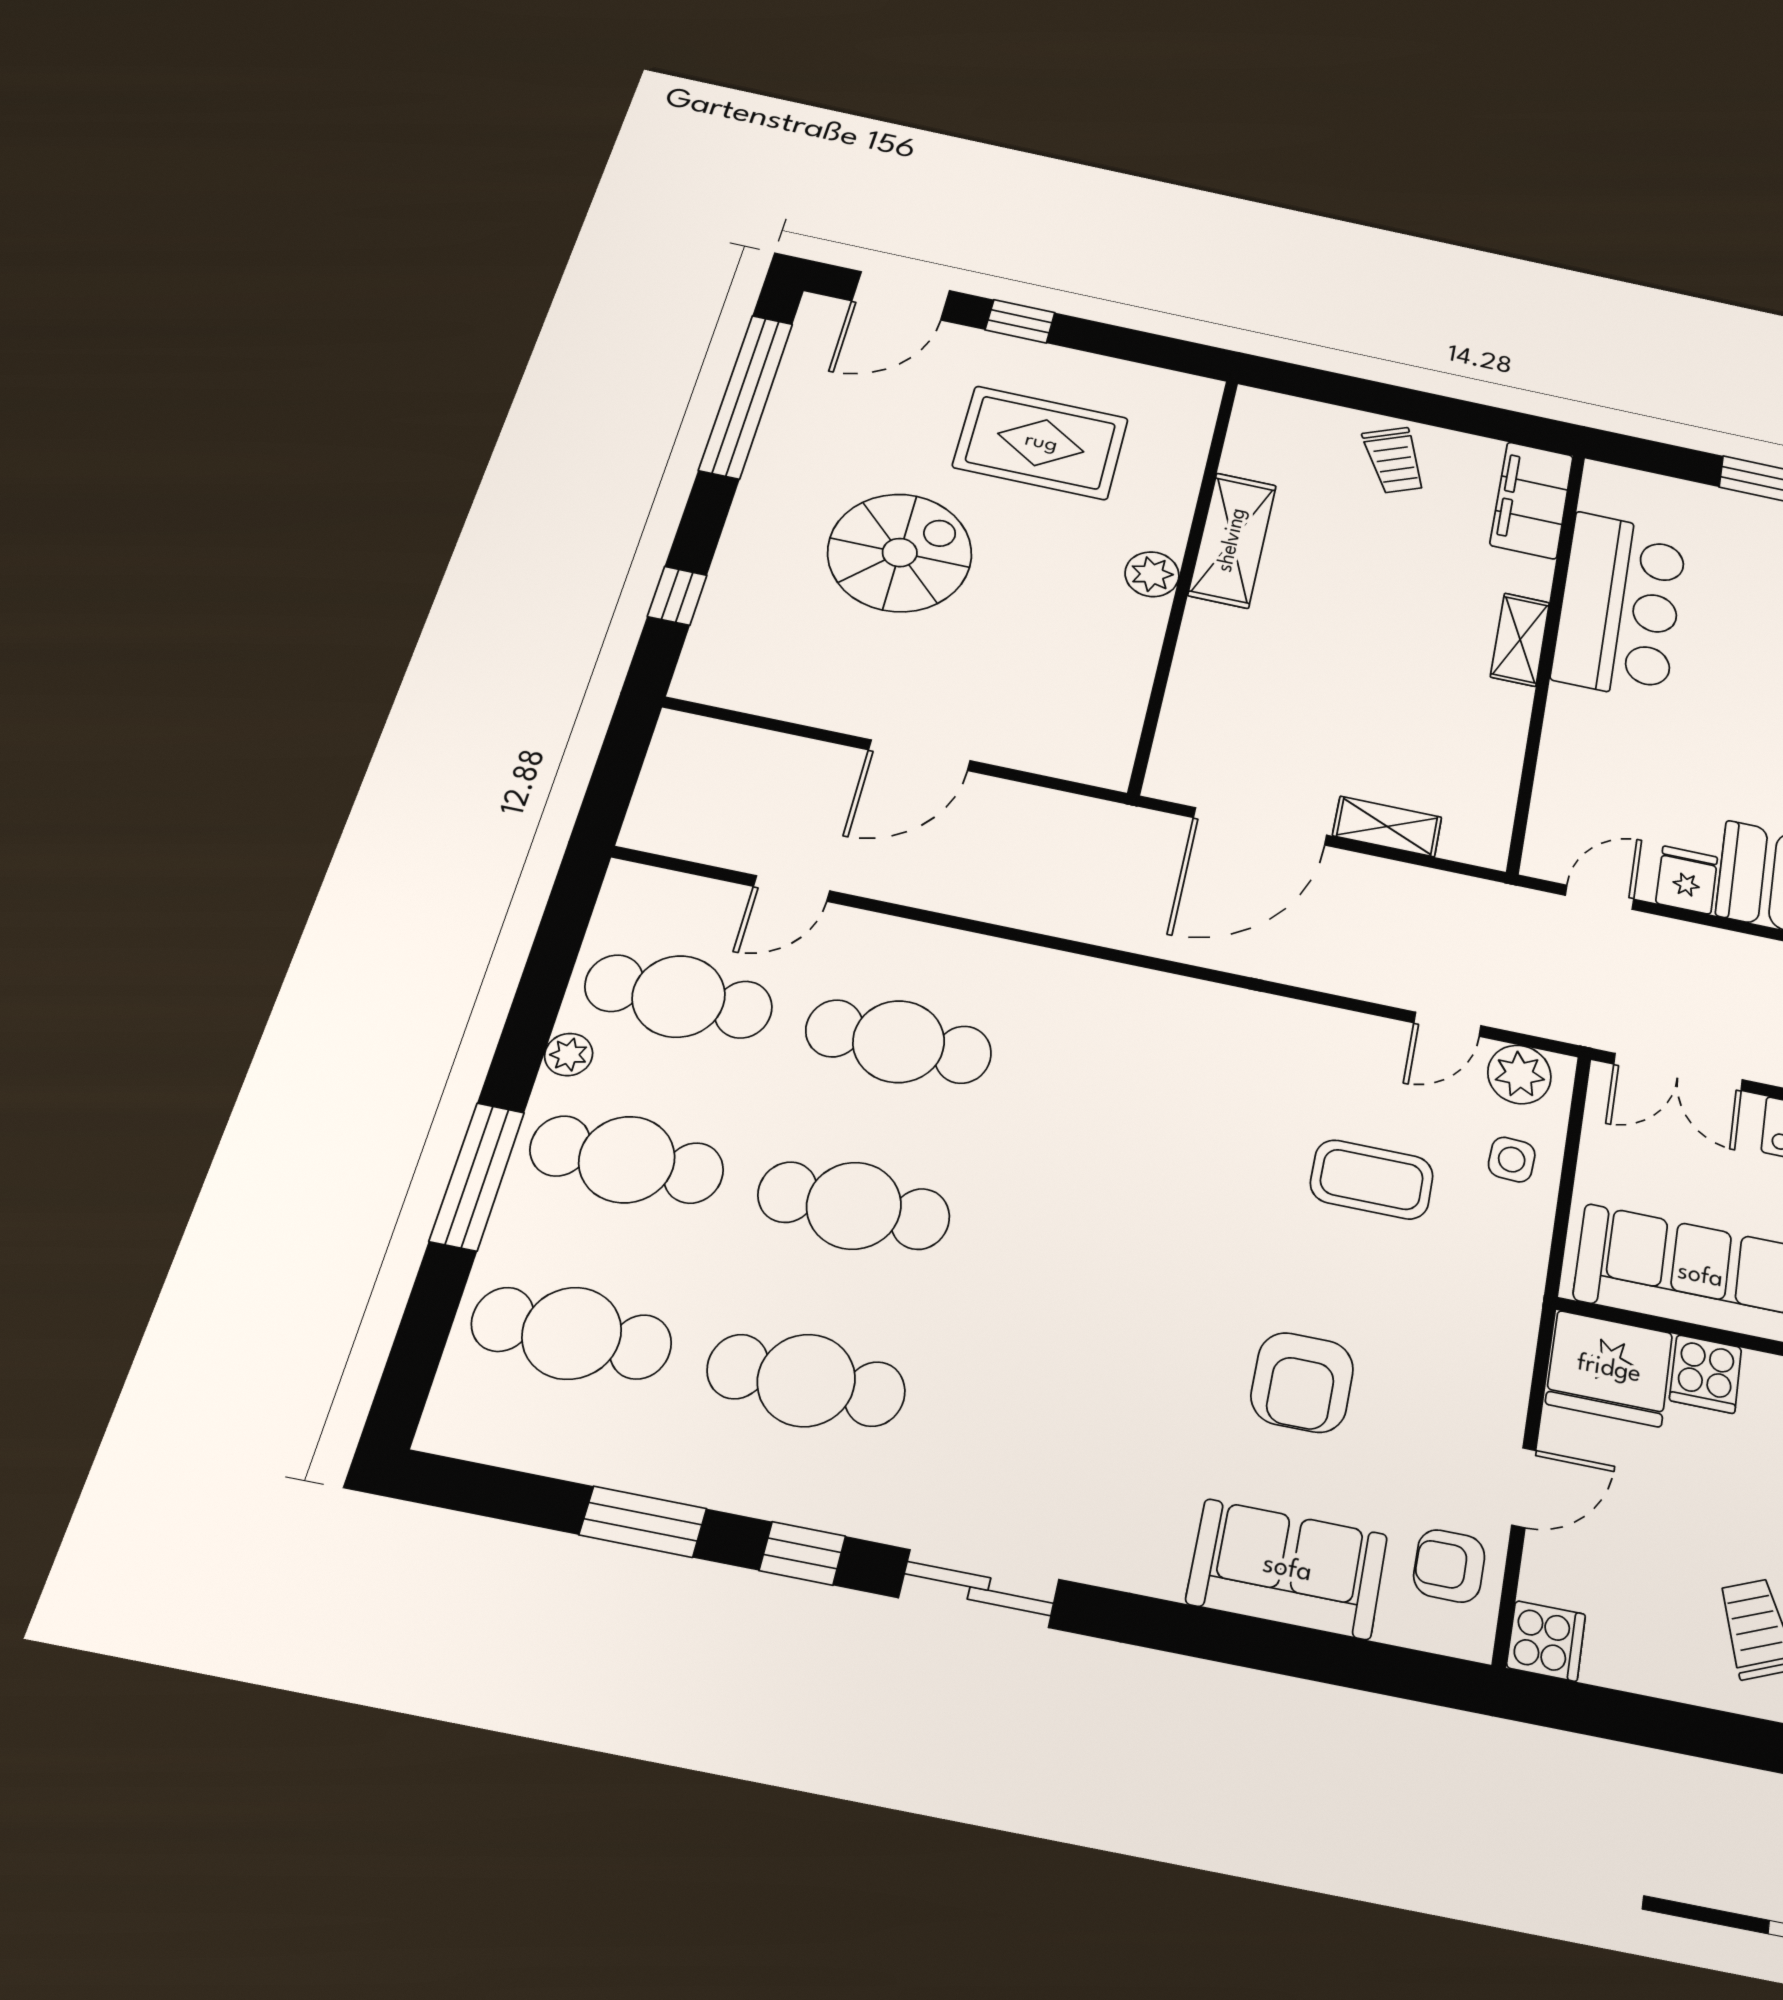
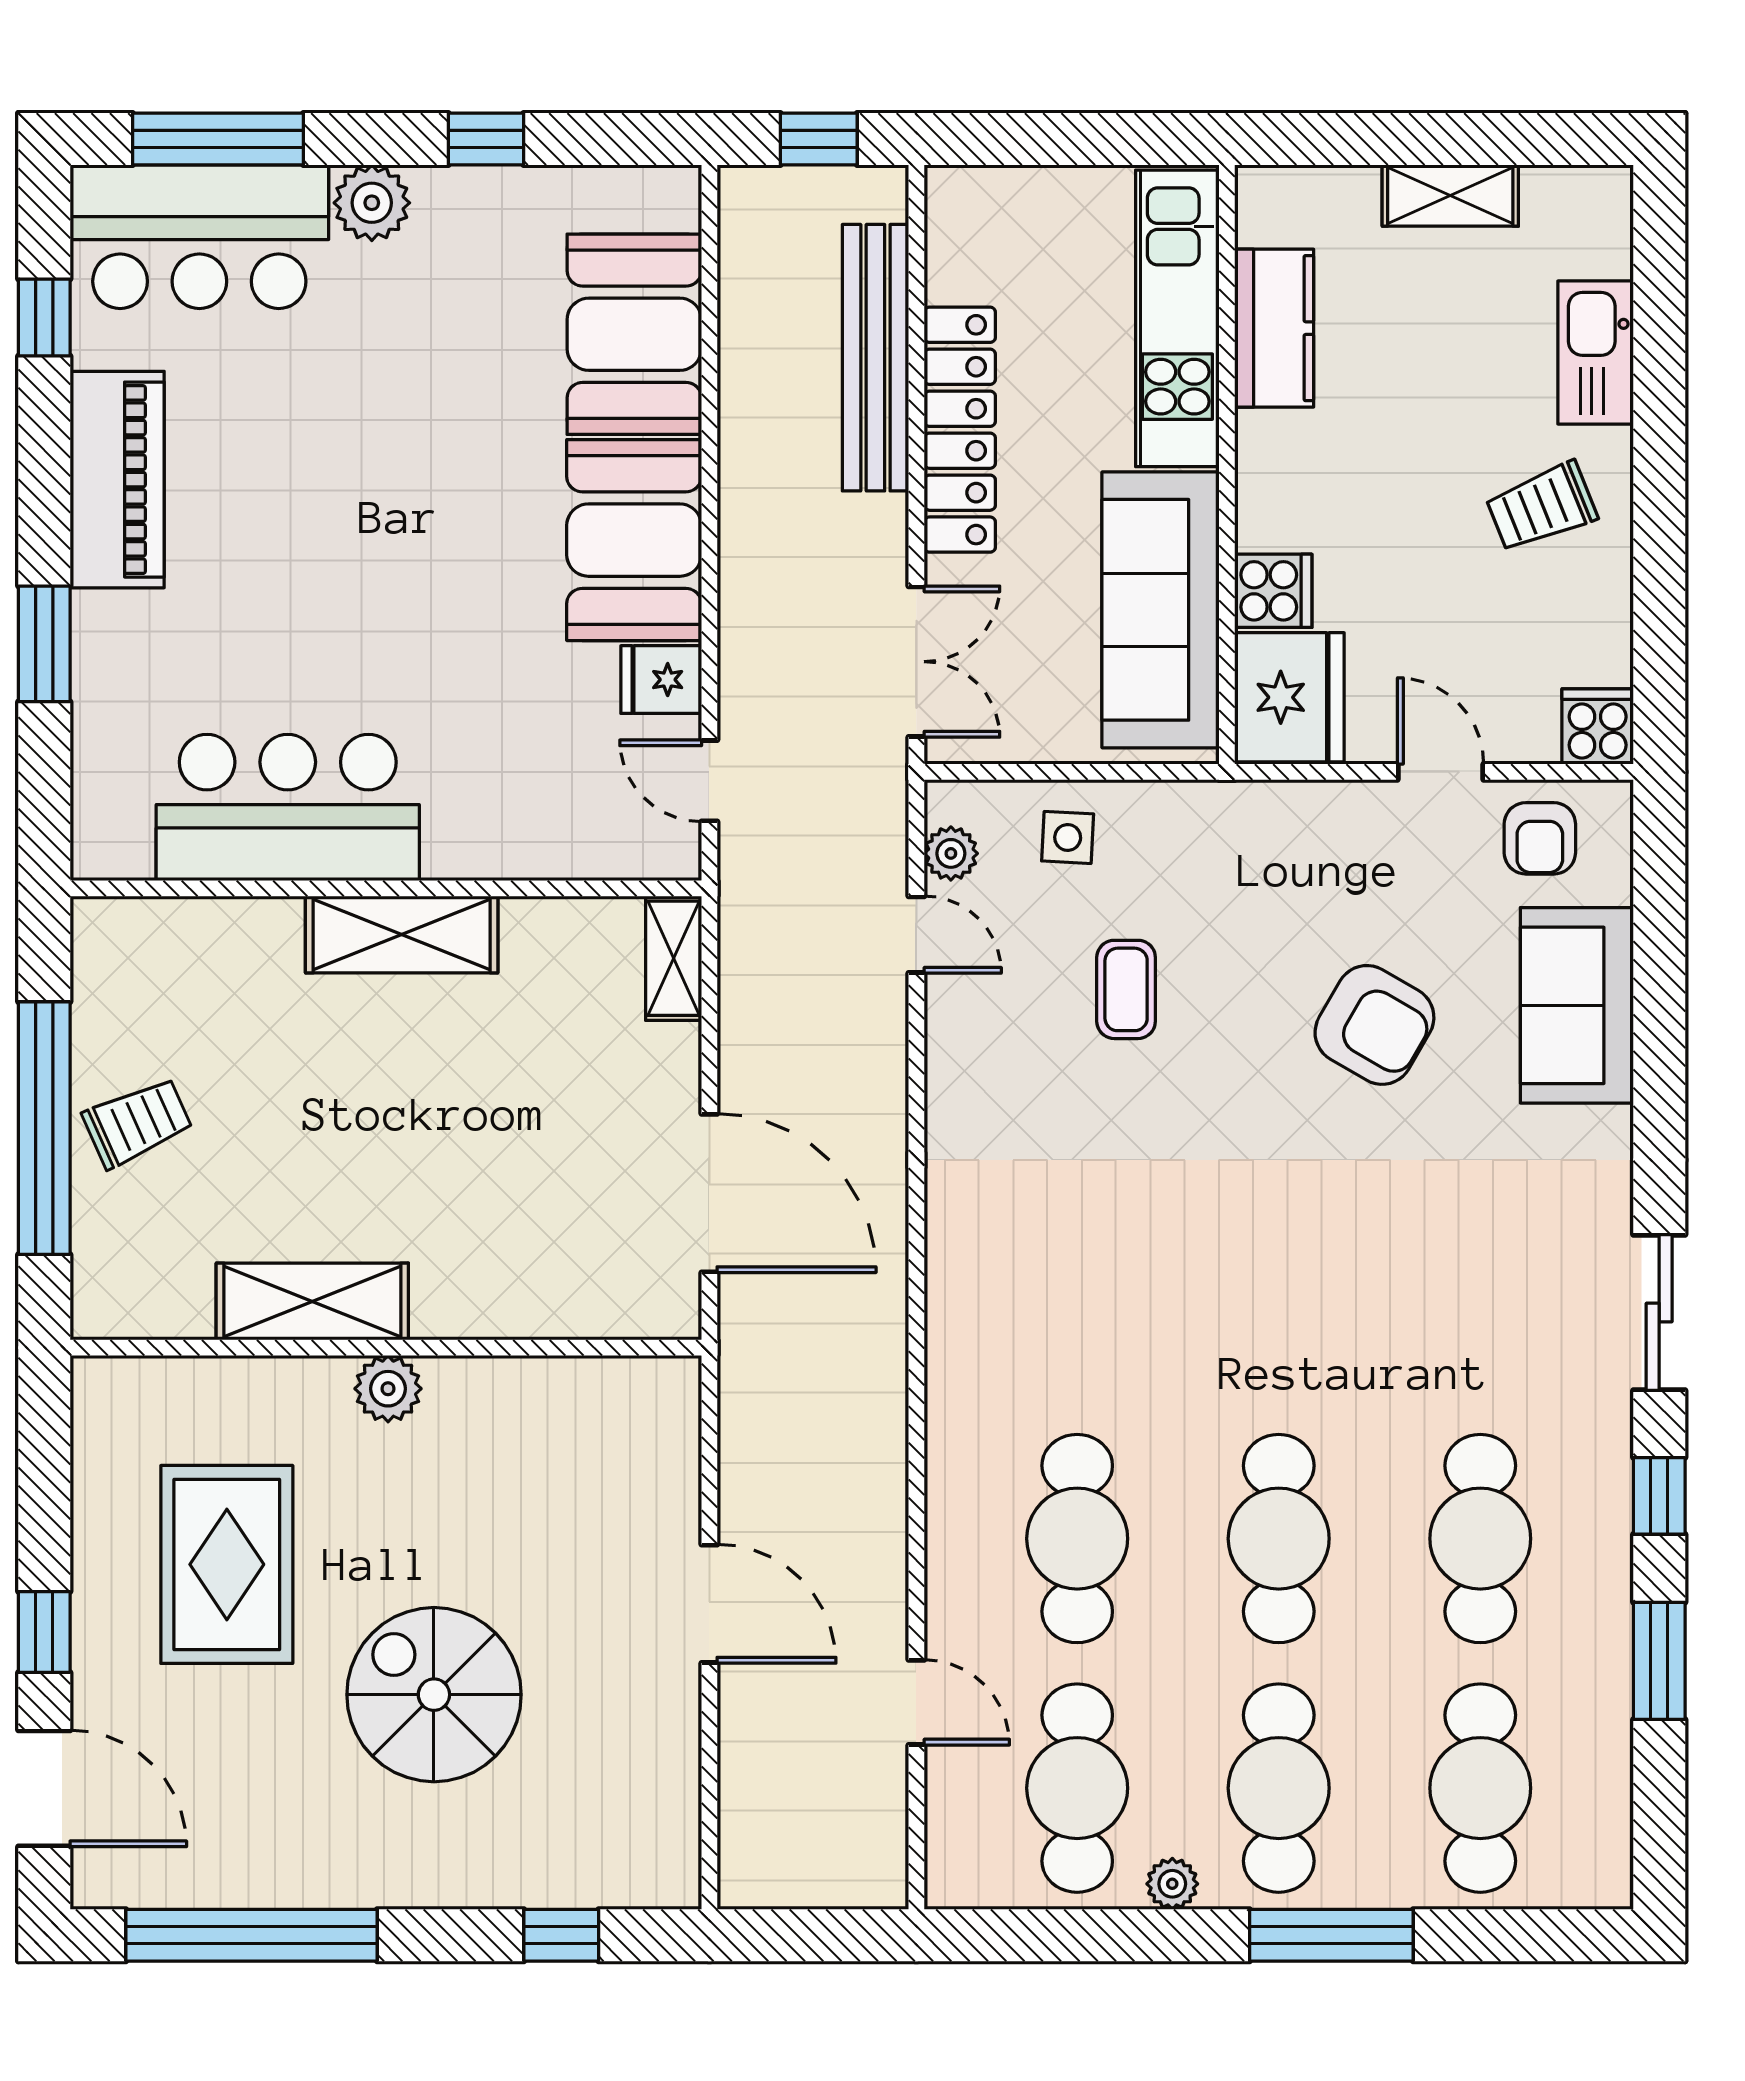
window: (1401, 403) -> (44, 1128), added
filing cabinet: (1532, 500) -> (154, 940), removed
shelving: (1520, 640) -> (402, 935), width x1.50, depth x1.33
shelving: (1387, 826) -> (674, 958), moved
plant: (1519, 1074) -> (951, 853), width x0.73, depth x0.73
coffee table: (1372, 1179) -> (1126, 989), width x0.73, depth x0.77
armchair: (1302, 1382) -> (1374, 1025), turned 30

